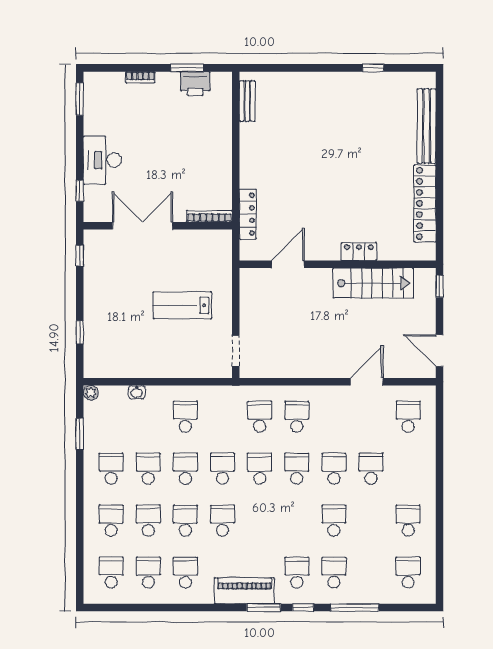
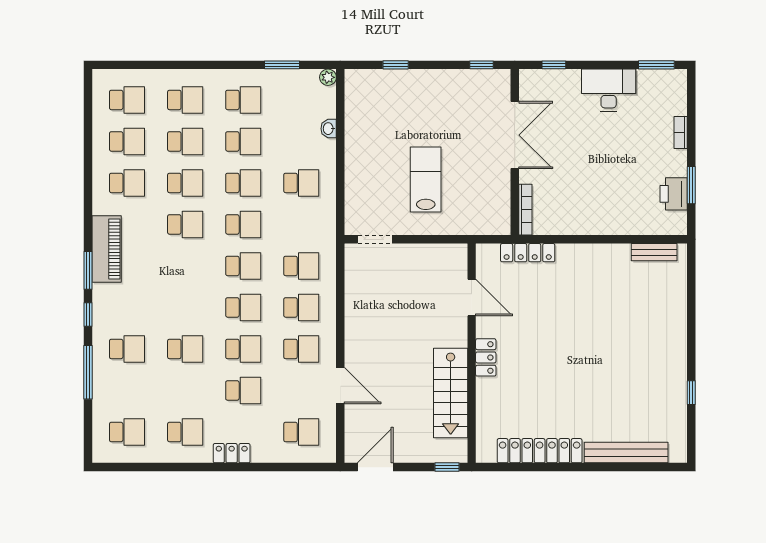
desk: (102, 160) -> (609, 90), moved
locker: (359, 252) -> (486, 357), moved
locker: (427, 479) -> (232, 453), added
school desk: (297, 573) -> (301, 349), moved

